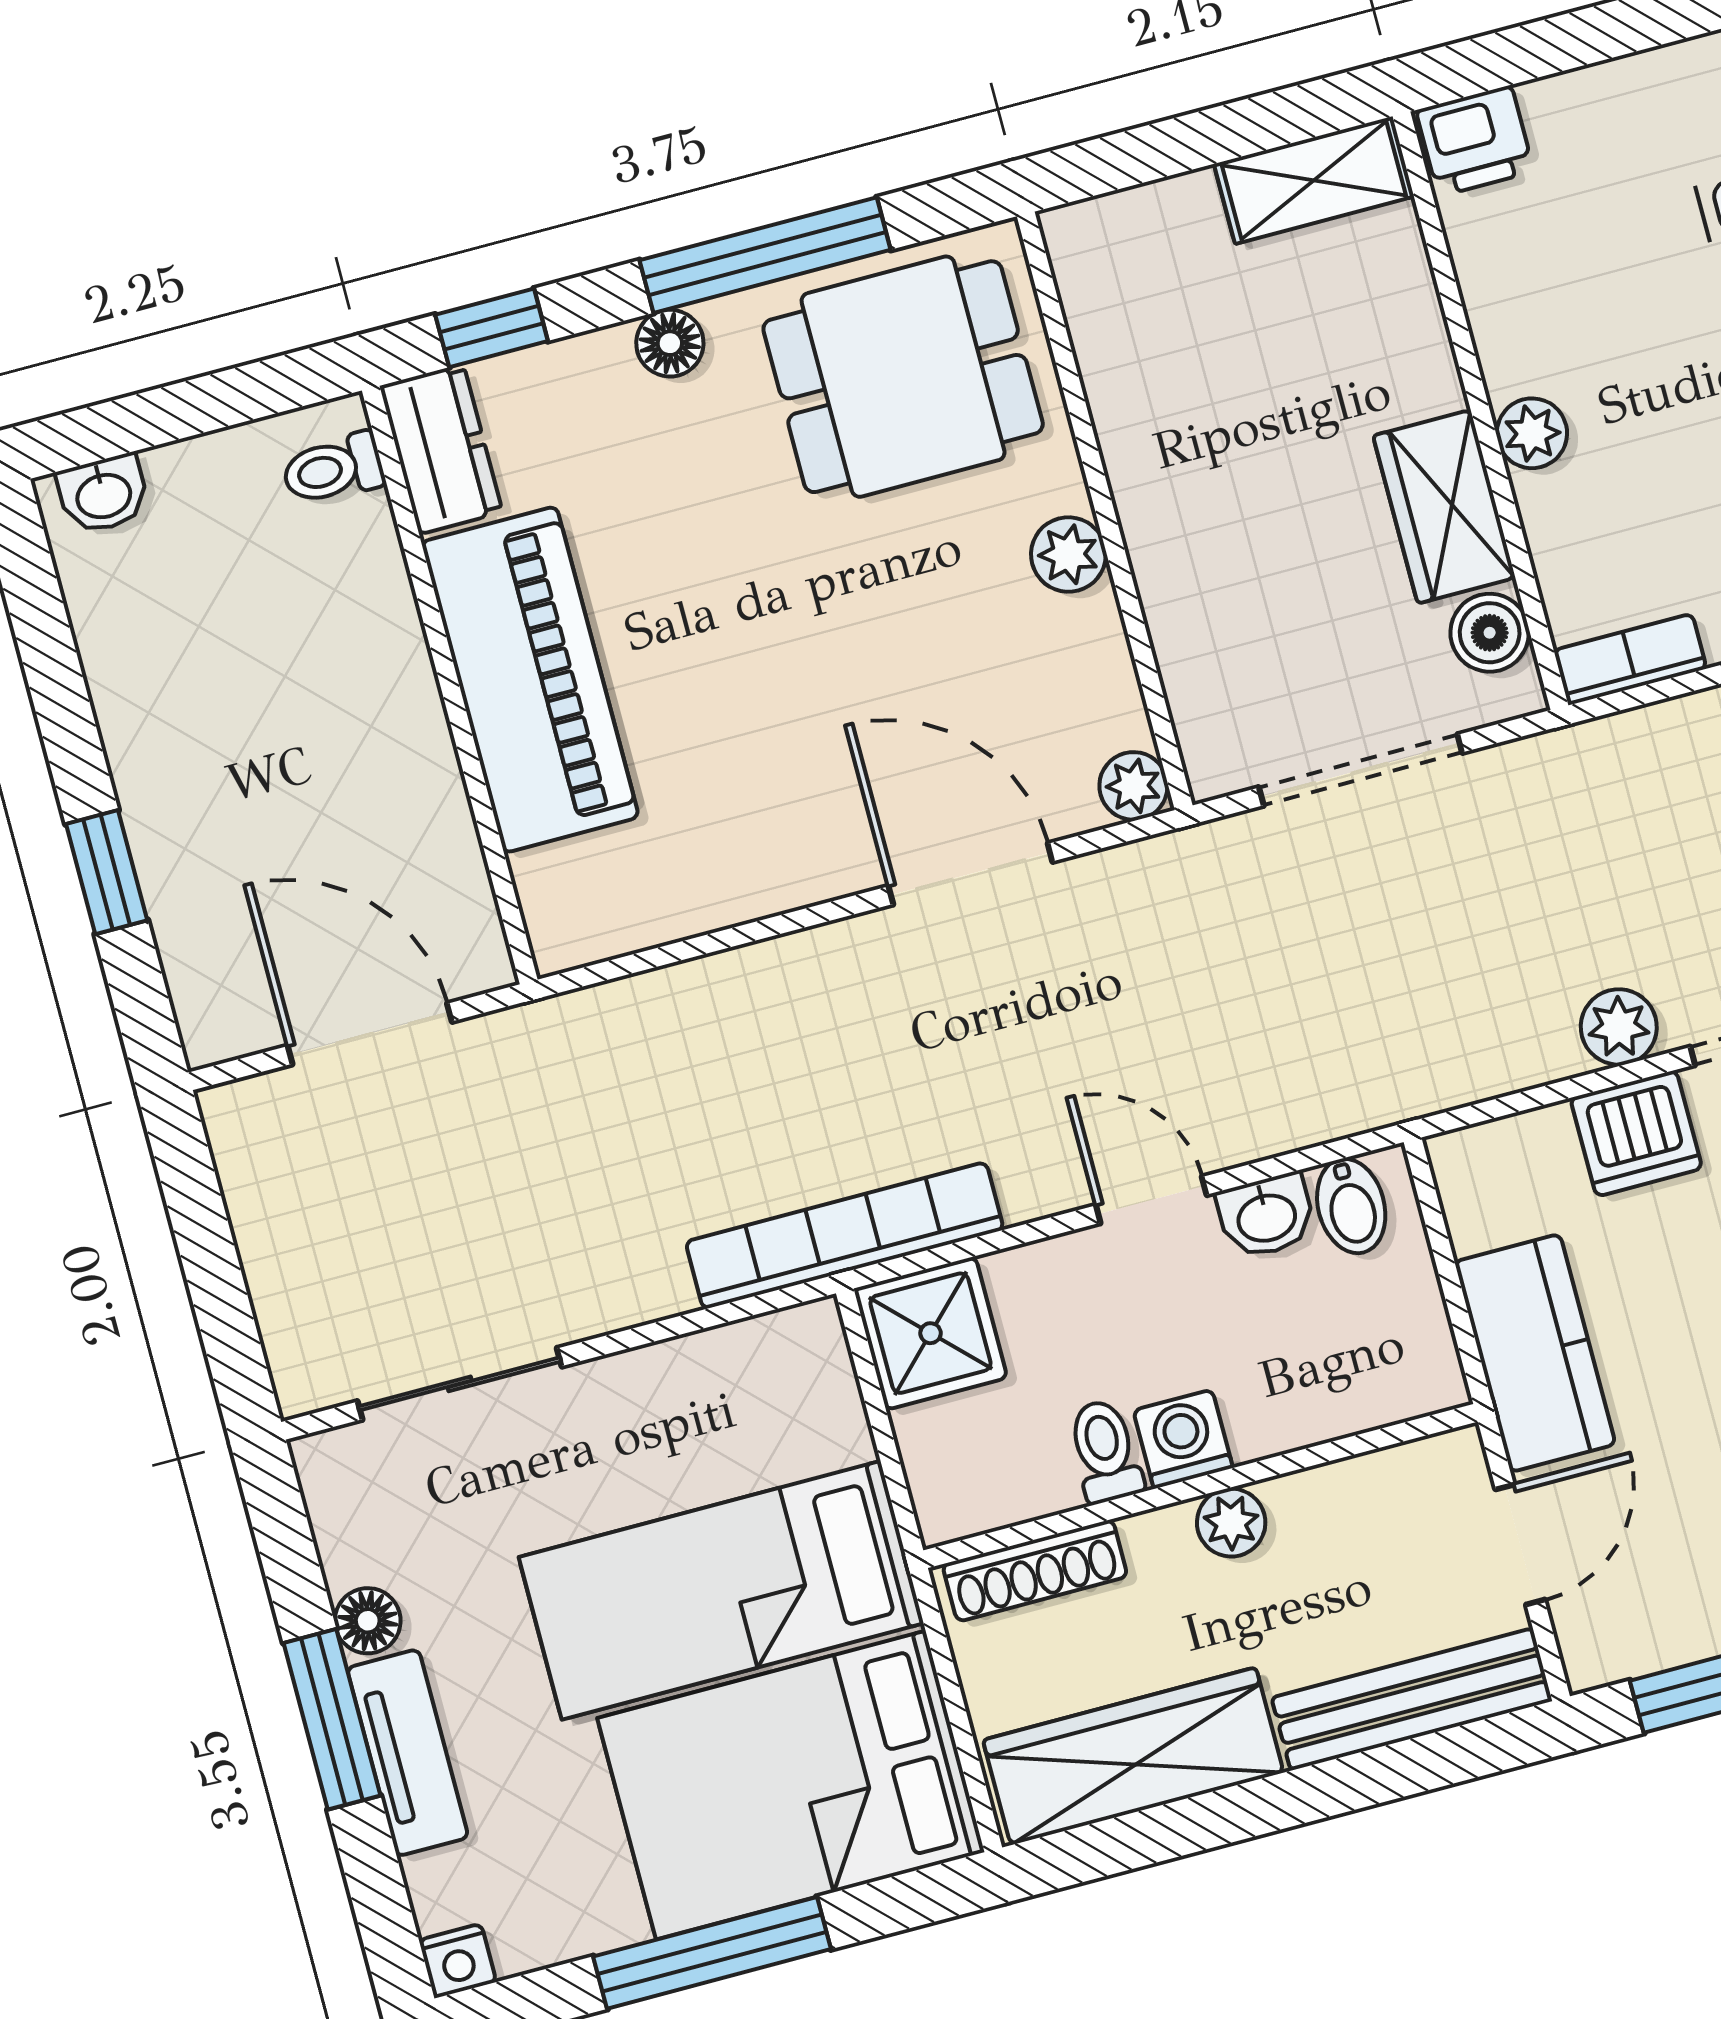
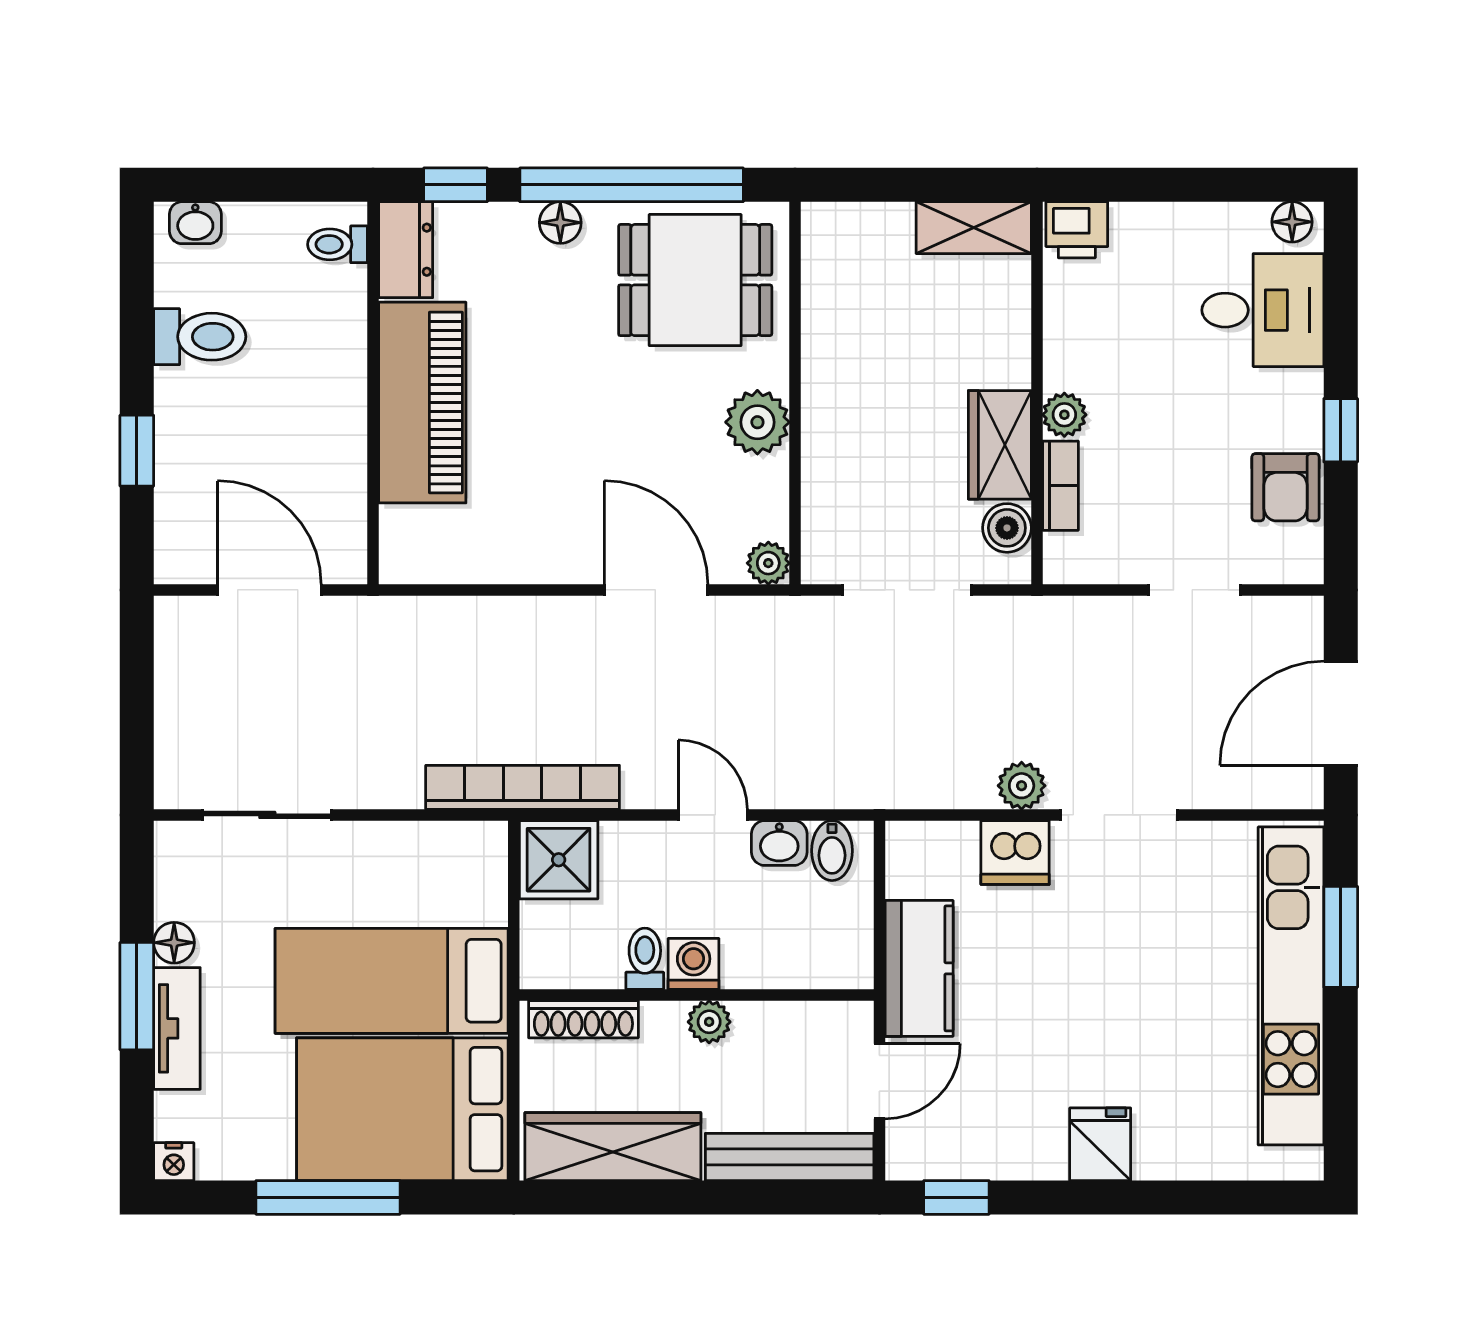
window: (765, 255) -> (632, 185), width x1.46
plant: (1068, 555) -> (757, 422), width x1.38, depth x1.38
bookcase: (1630, 659) -> (1060, 486), moved, turned 90
toilet: (157, 669) -> (200, 337), added

